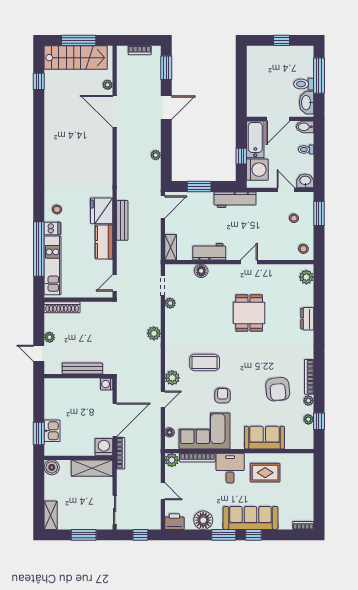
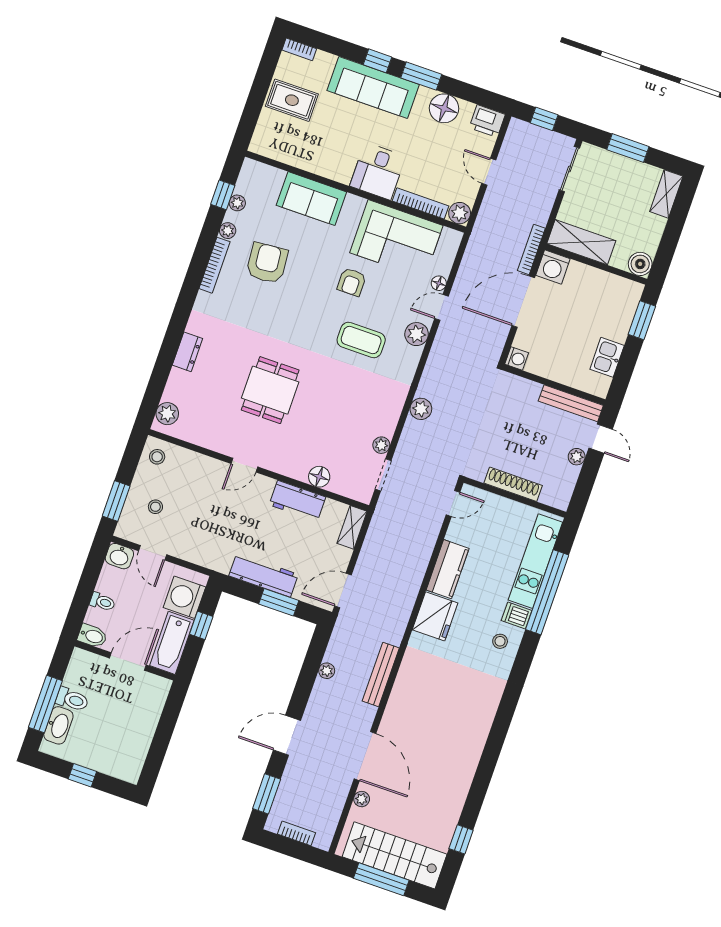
washbasin: (307, 103) -> (58, 725), moved
workbench: (235, 200) -> (264, 575), moved
bench: (122, 220) -> (381, 675), moved
shoe rack: (62, 307) -> (513, 484), moved
bench: (82, 368) -> (571, 403), moved
kitchen sink: (52, 431) -> (607, 357), moved
floor lamp: (170, 432) -> (439, 283), moved
rug: (265, 473) -> (292, 100), moved

